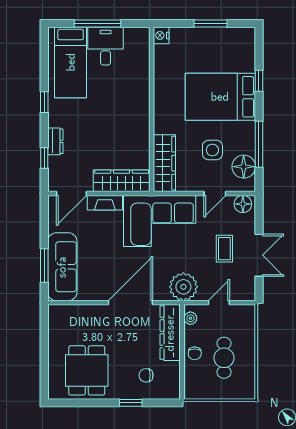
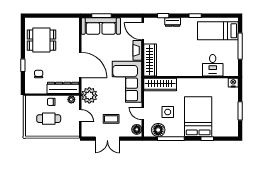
desk: (106, 46) -> (213, 65), moved, turned 90

